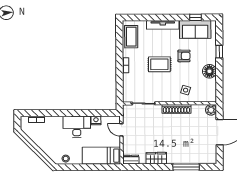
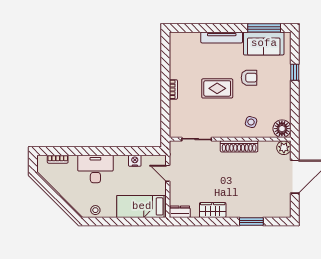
window: (195, 17) -> (264, 28), width x2.17
coffee table: (131, 37) -> (181, 53), removed
floor lamp: (209, 71) -> (282, 129), moved
desk: (77, 127) -> (95, 169), moved
window: (186, 167) -> (251, 221), width x0.69

